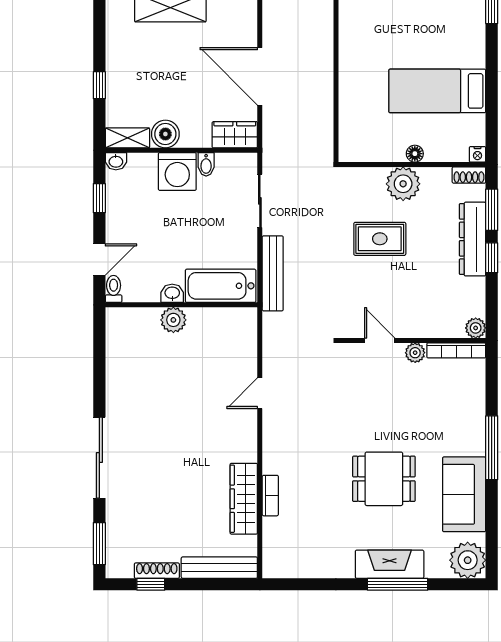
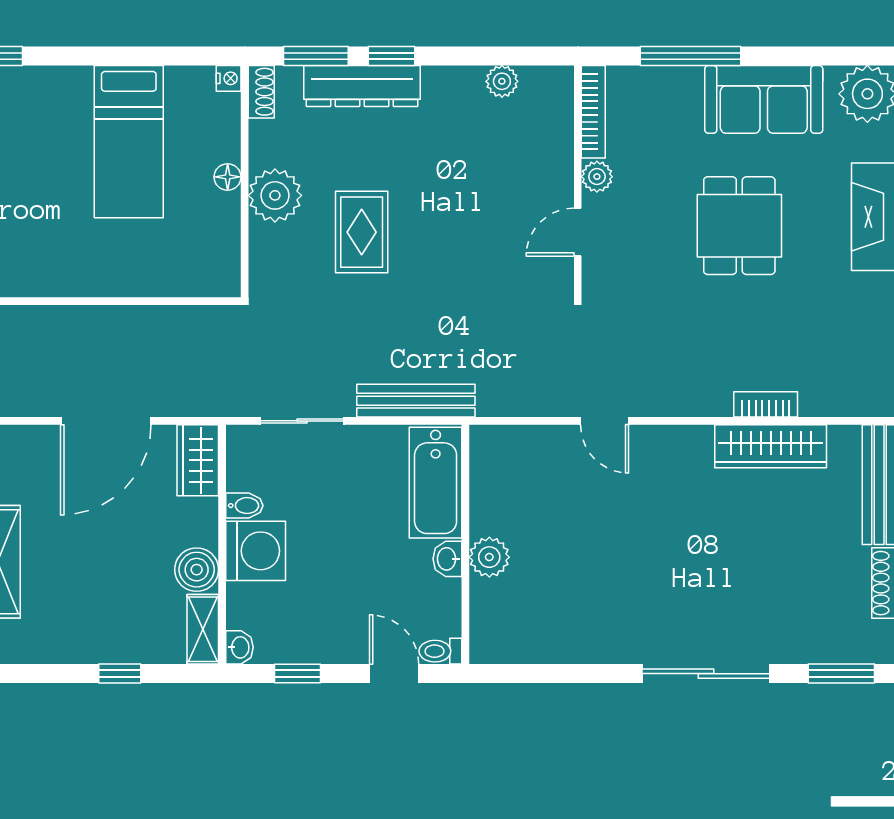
door: (380, 340) -> (578, 232), moved
wall: (412, 340) -> (578, 181), moved
bookcase: (456, 350) -> (593, 112), moved
plant: (415, 353) -> (597, 177), moved

